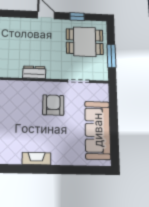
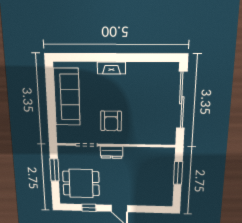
dresser: (34, 72) -> (112, 152), moved
fireplace: (36, 159) -> (111, 68), moved

